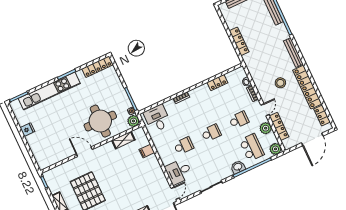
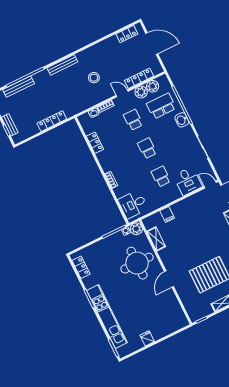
locker: (97, 67) -> (81, 267), width x0.66
locker: (307, 87) -> (98, 50), removed
plant: (276, 149) -> (153, 86), moved

